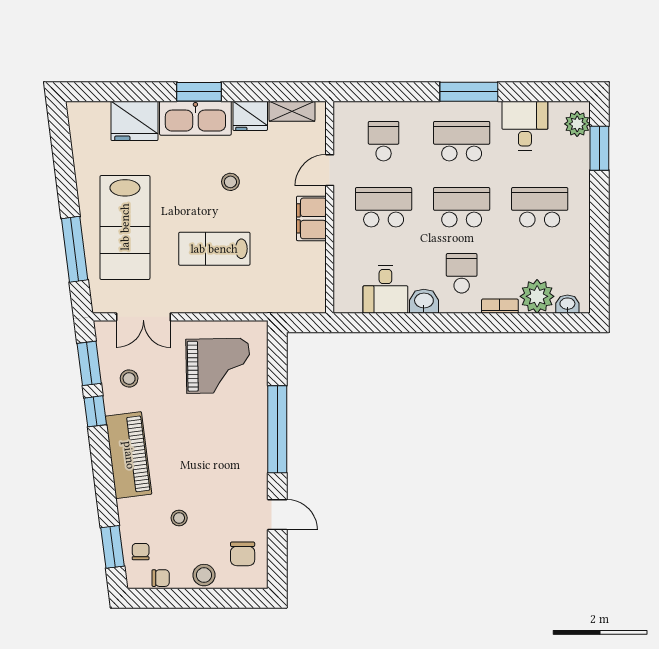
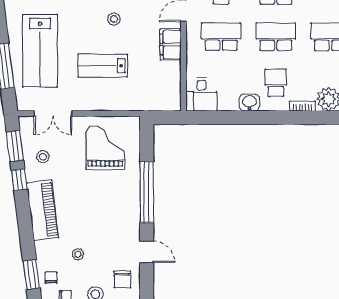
desk: (385, 289) -> (201, 94), moved
grand piano: (218, 366) -> (105, 148), turned -89

